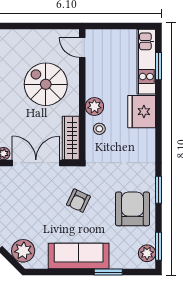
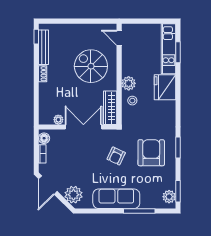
armchair: (133, 209) -> (151, 153), moved
window: (108, 272) -> (139, 211), width x1.44

